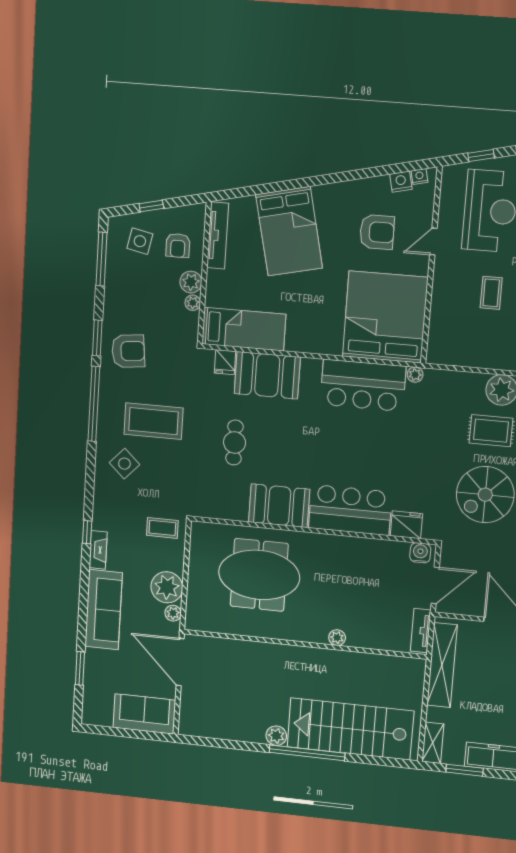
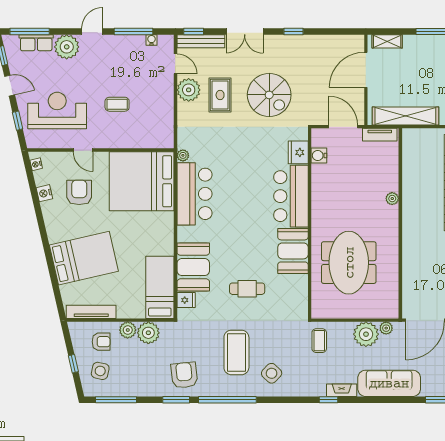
nightstand: (401, 182) -> (44, 193), moved
plant: (193, 303) -> (148, 333), width x1.88, depth x1.88
water cooler: (420, 553) -> (319, 156), moved

